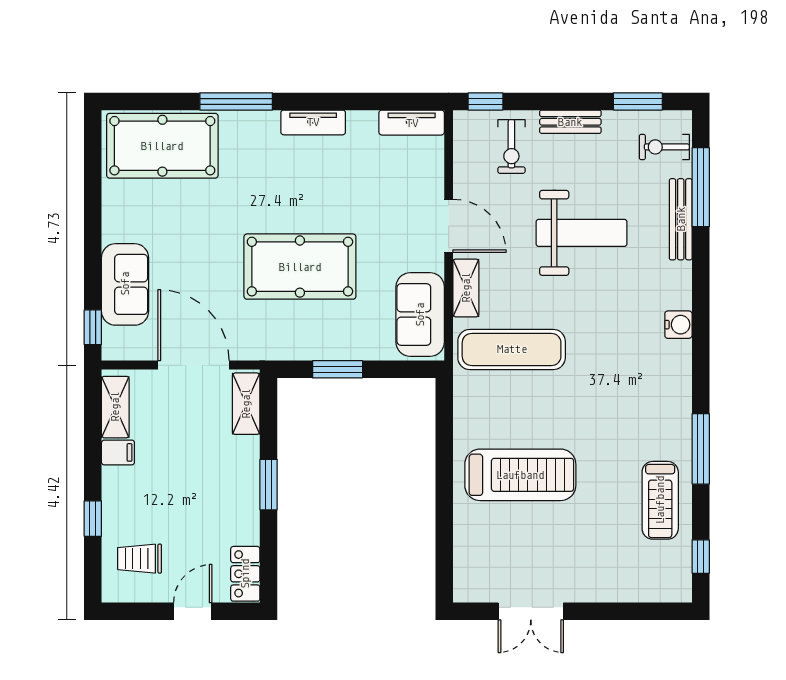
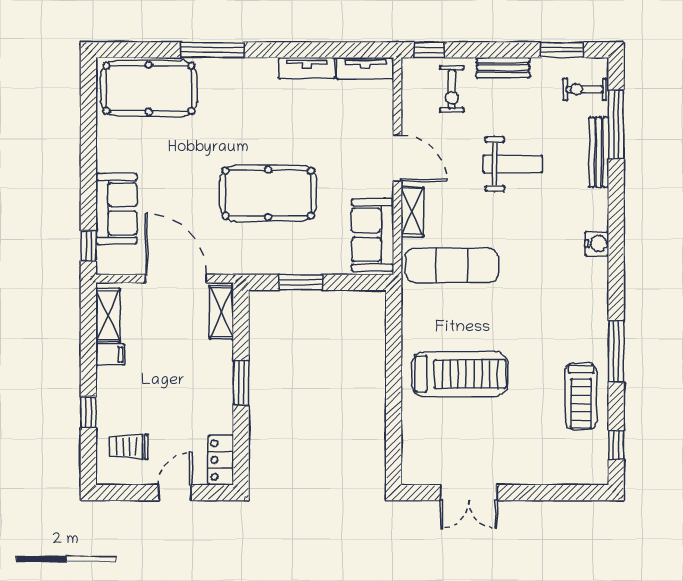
tv unit: (313, 122) -> (307, 68), moved
weight bench: (581, 233) -> (513, 164), width x0.73, depth x0.75

